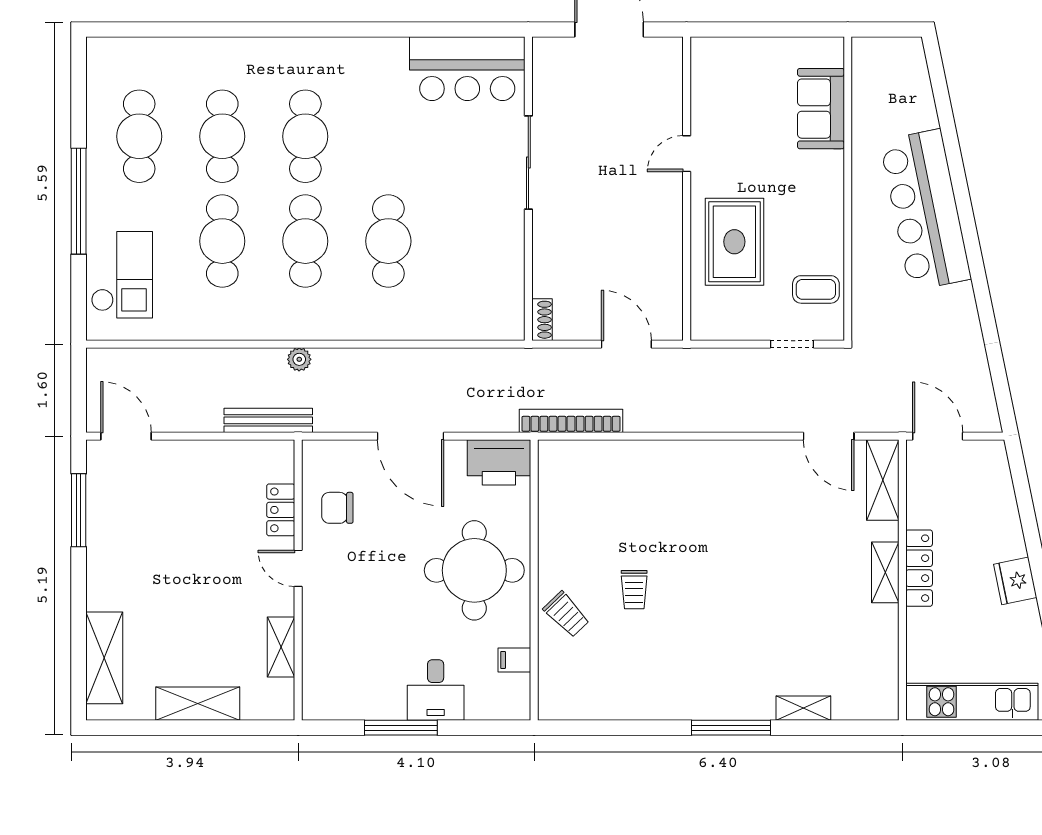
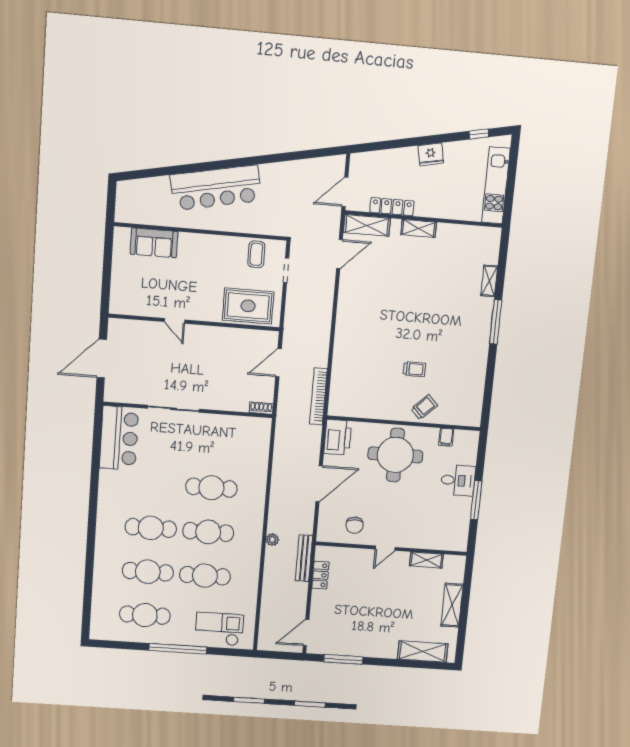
rug: (734, 242) -> (248, 306), moved
locker: (281, 510) -> (320, 575), moved, turned -90
locker: (919, 568) -> (392, 207), moved

